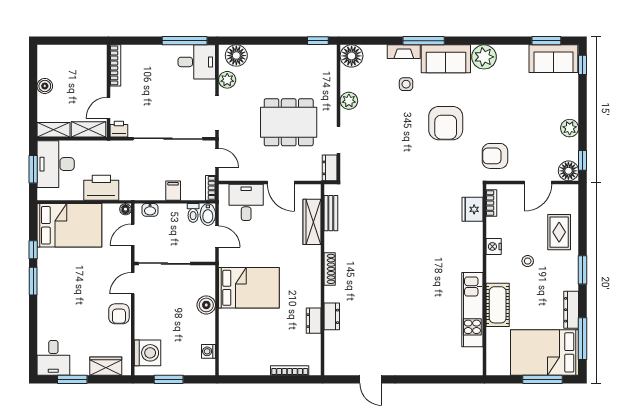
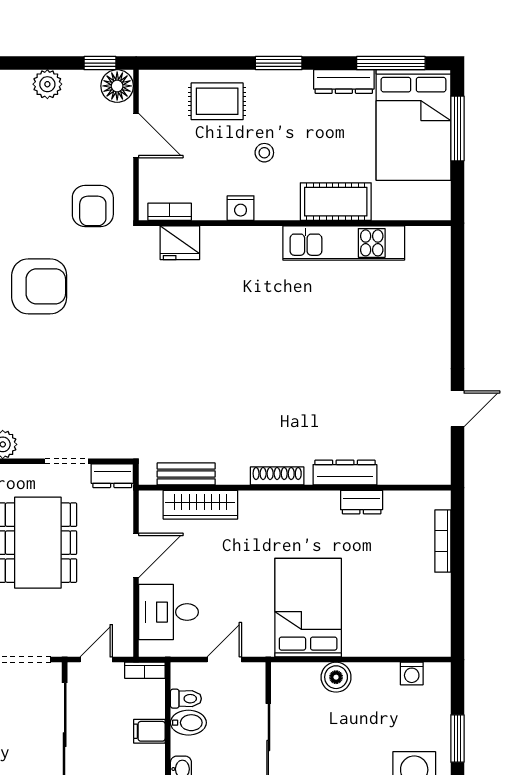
bidet: (208, 215) -> (188, 723), moved
dresser: (332, 316) -> (345, 473), width x1.44

